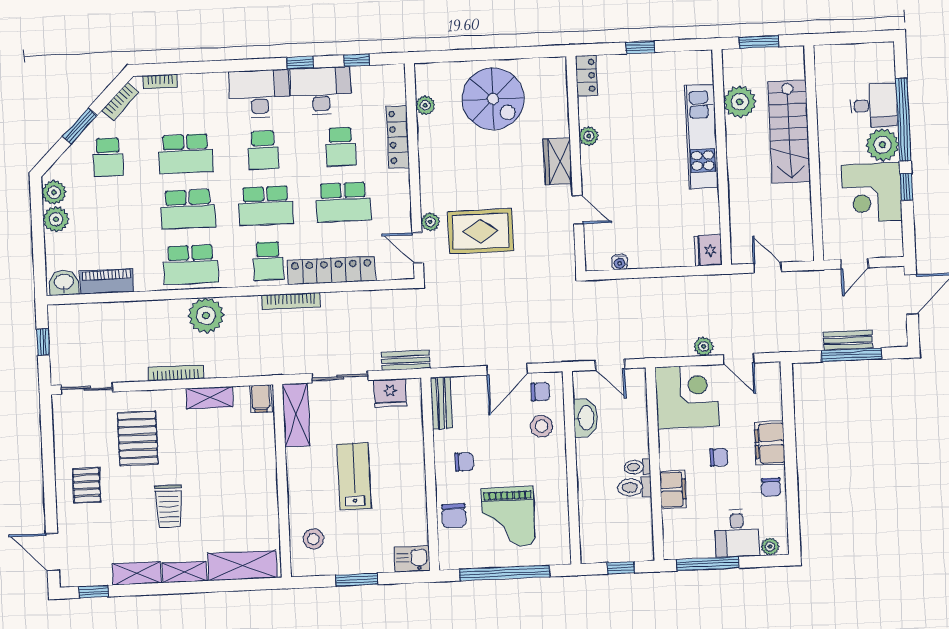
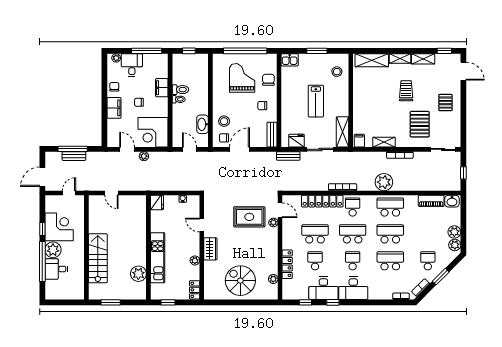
plant: (740, 102) -> (138, 274), moved
kitchen unit: (702, 137) -> (158, 258), moved
wall: (722, 157) -> (148, 247), moved
fridge: (708, 250) -> (157, 203), moved

